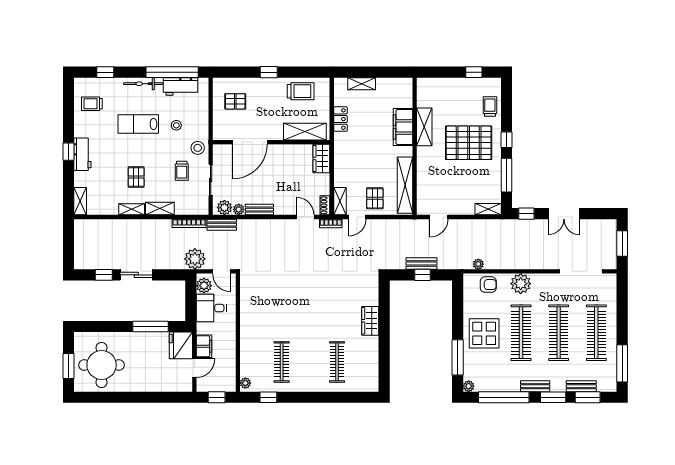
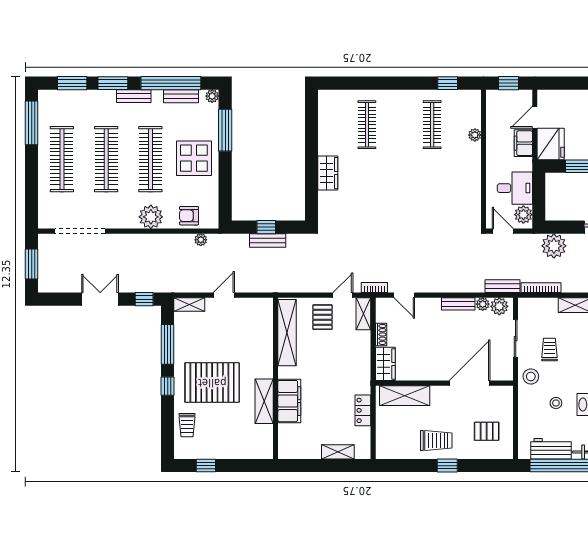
trolley: (301, 91) -> (436, 440), moved, turned 180
shoe rack: (325, 205) -> (381, 334), moved
door: (439, 217) -> (224, 295), moved
plant: (195, 259) -> (554, 246), moved
plant: (245, 383) -> (475, 135), moved
bench: (581, 386) -> (181, 96), moved

